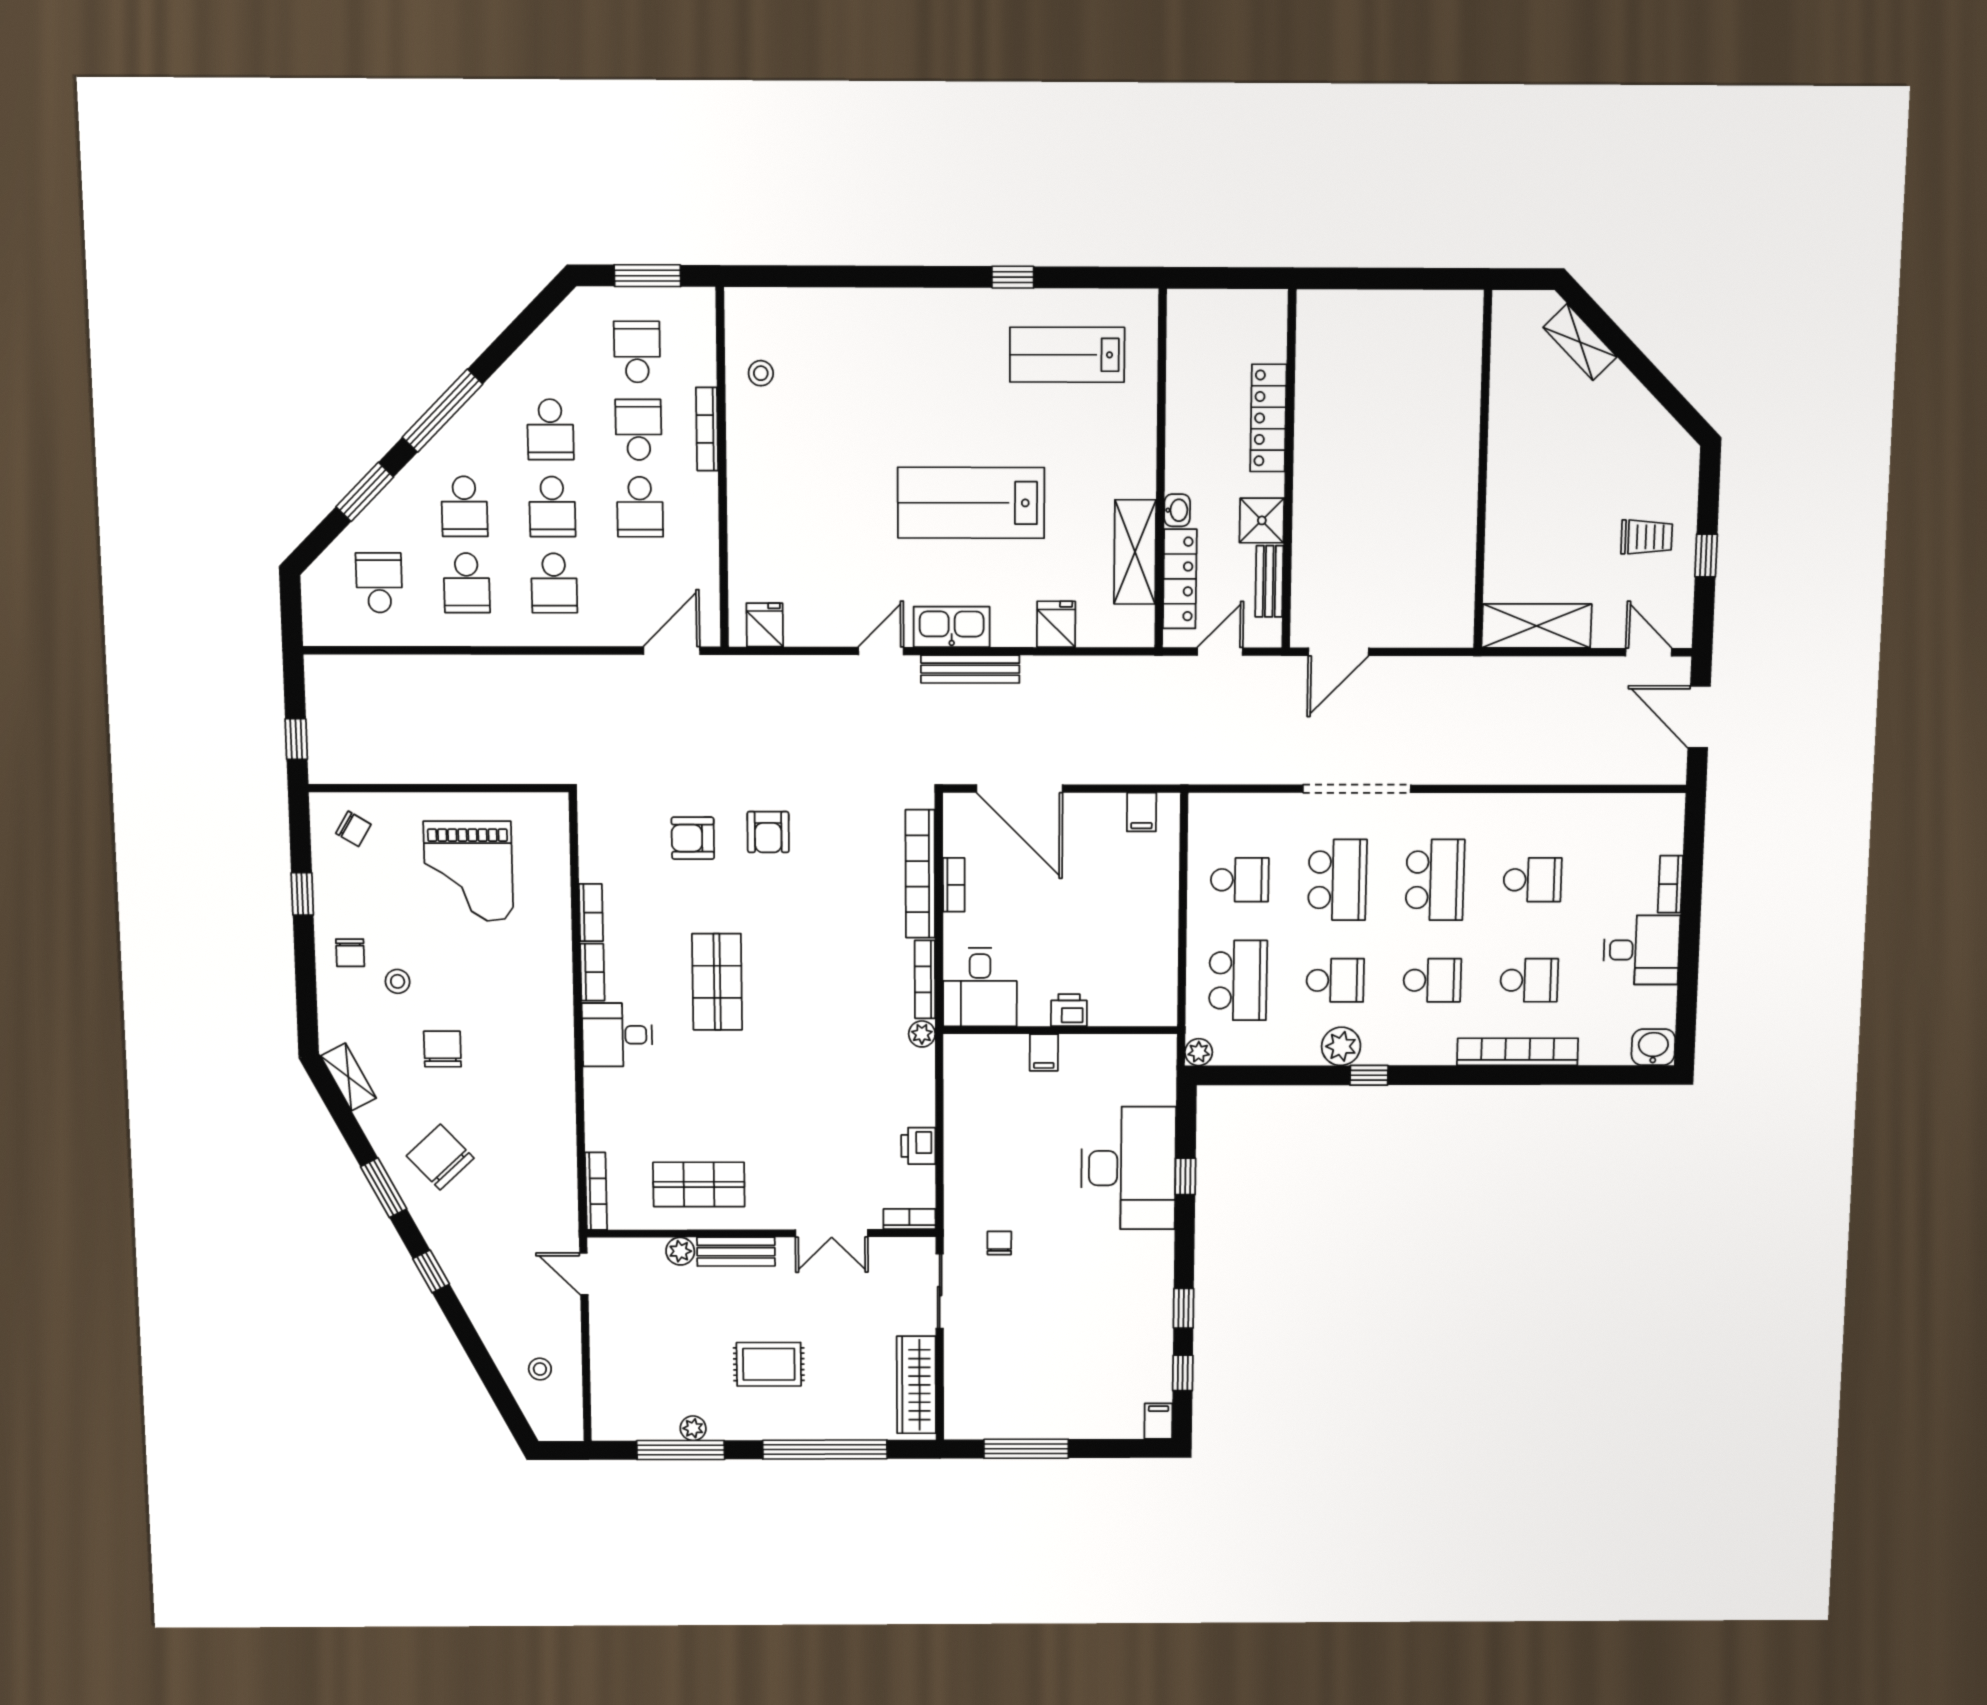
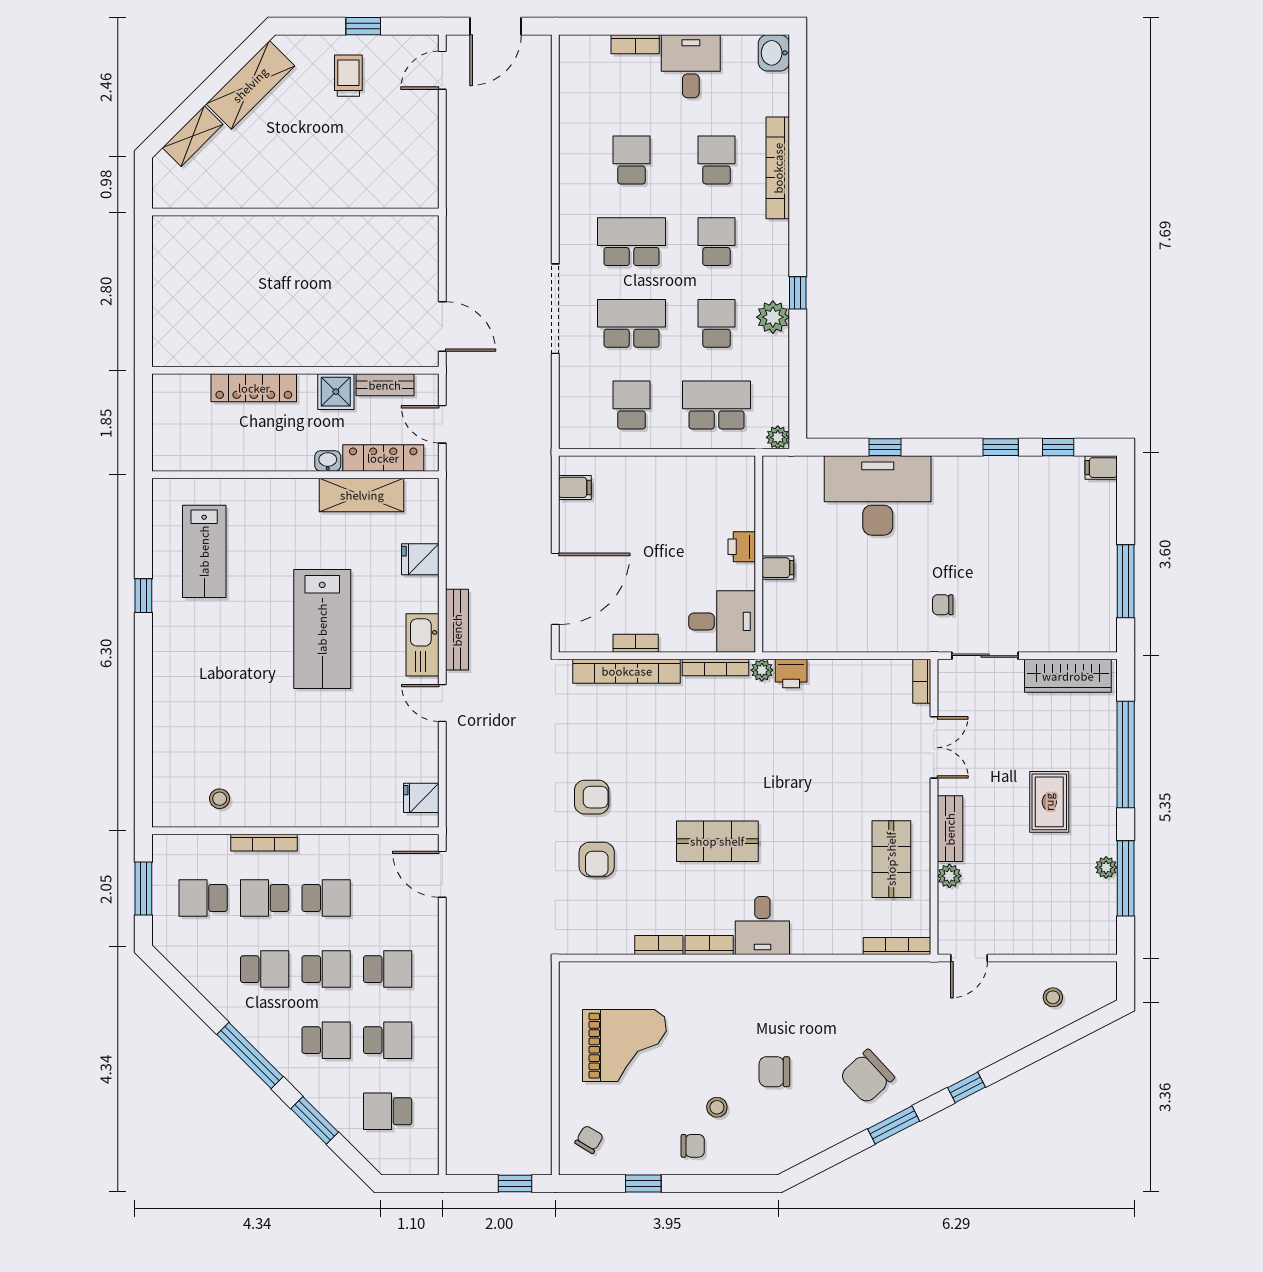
shelving: (1537, 626) -> (250, 85), moved, turned 45
shelving: (348, 1077) -> (798, 1151), removed
printer: (918, 1146) -> (791, 673), moved

